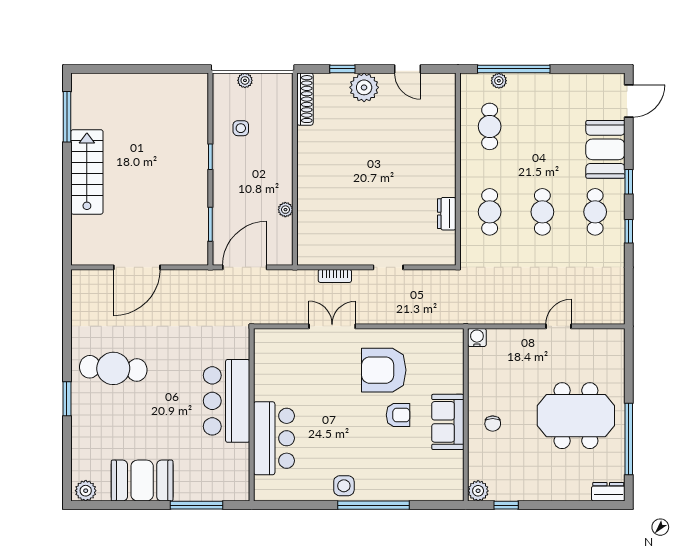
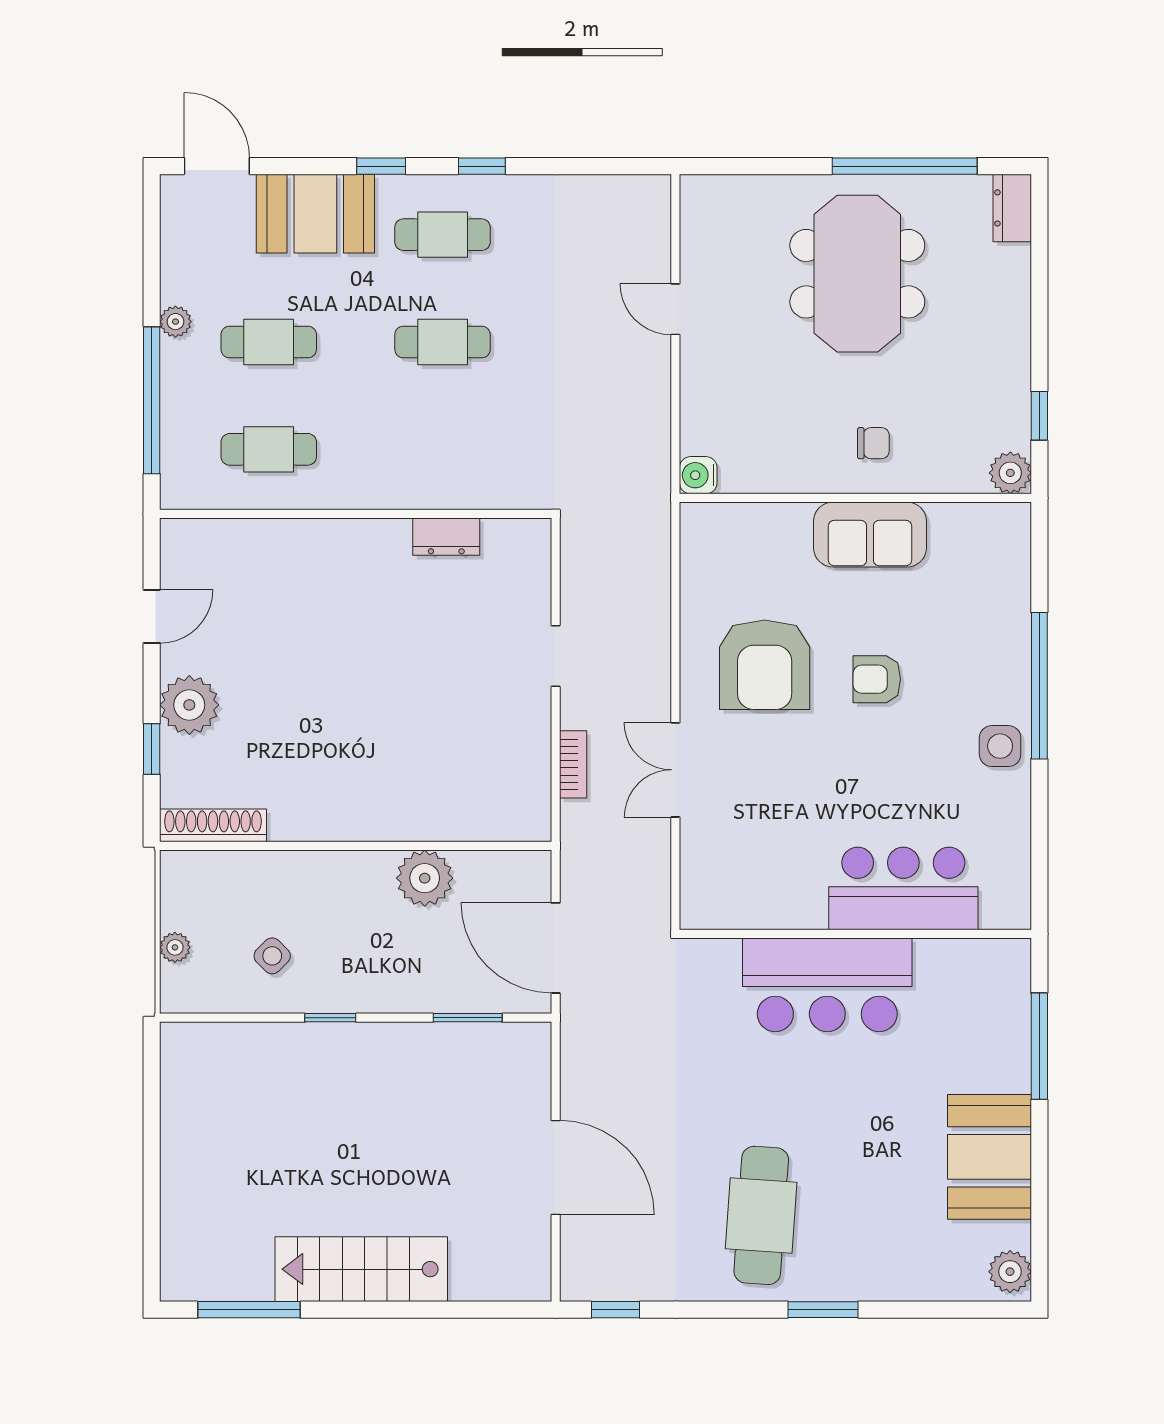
plant: (499, 81) -> (175, 322), moved
side table: (241, 128) -> (272, 956), turned 45
plant: (285, 210) -> (425, 878), width x1.87, depth x1.87
cafe table: (490, 212) -> (269, 342), moved
window: (67, 297) -> (616, 1310), added
armchair: (398, 415) -> (877, 679), moved, turned -90

